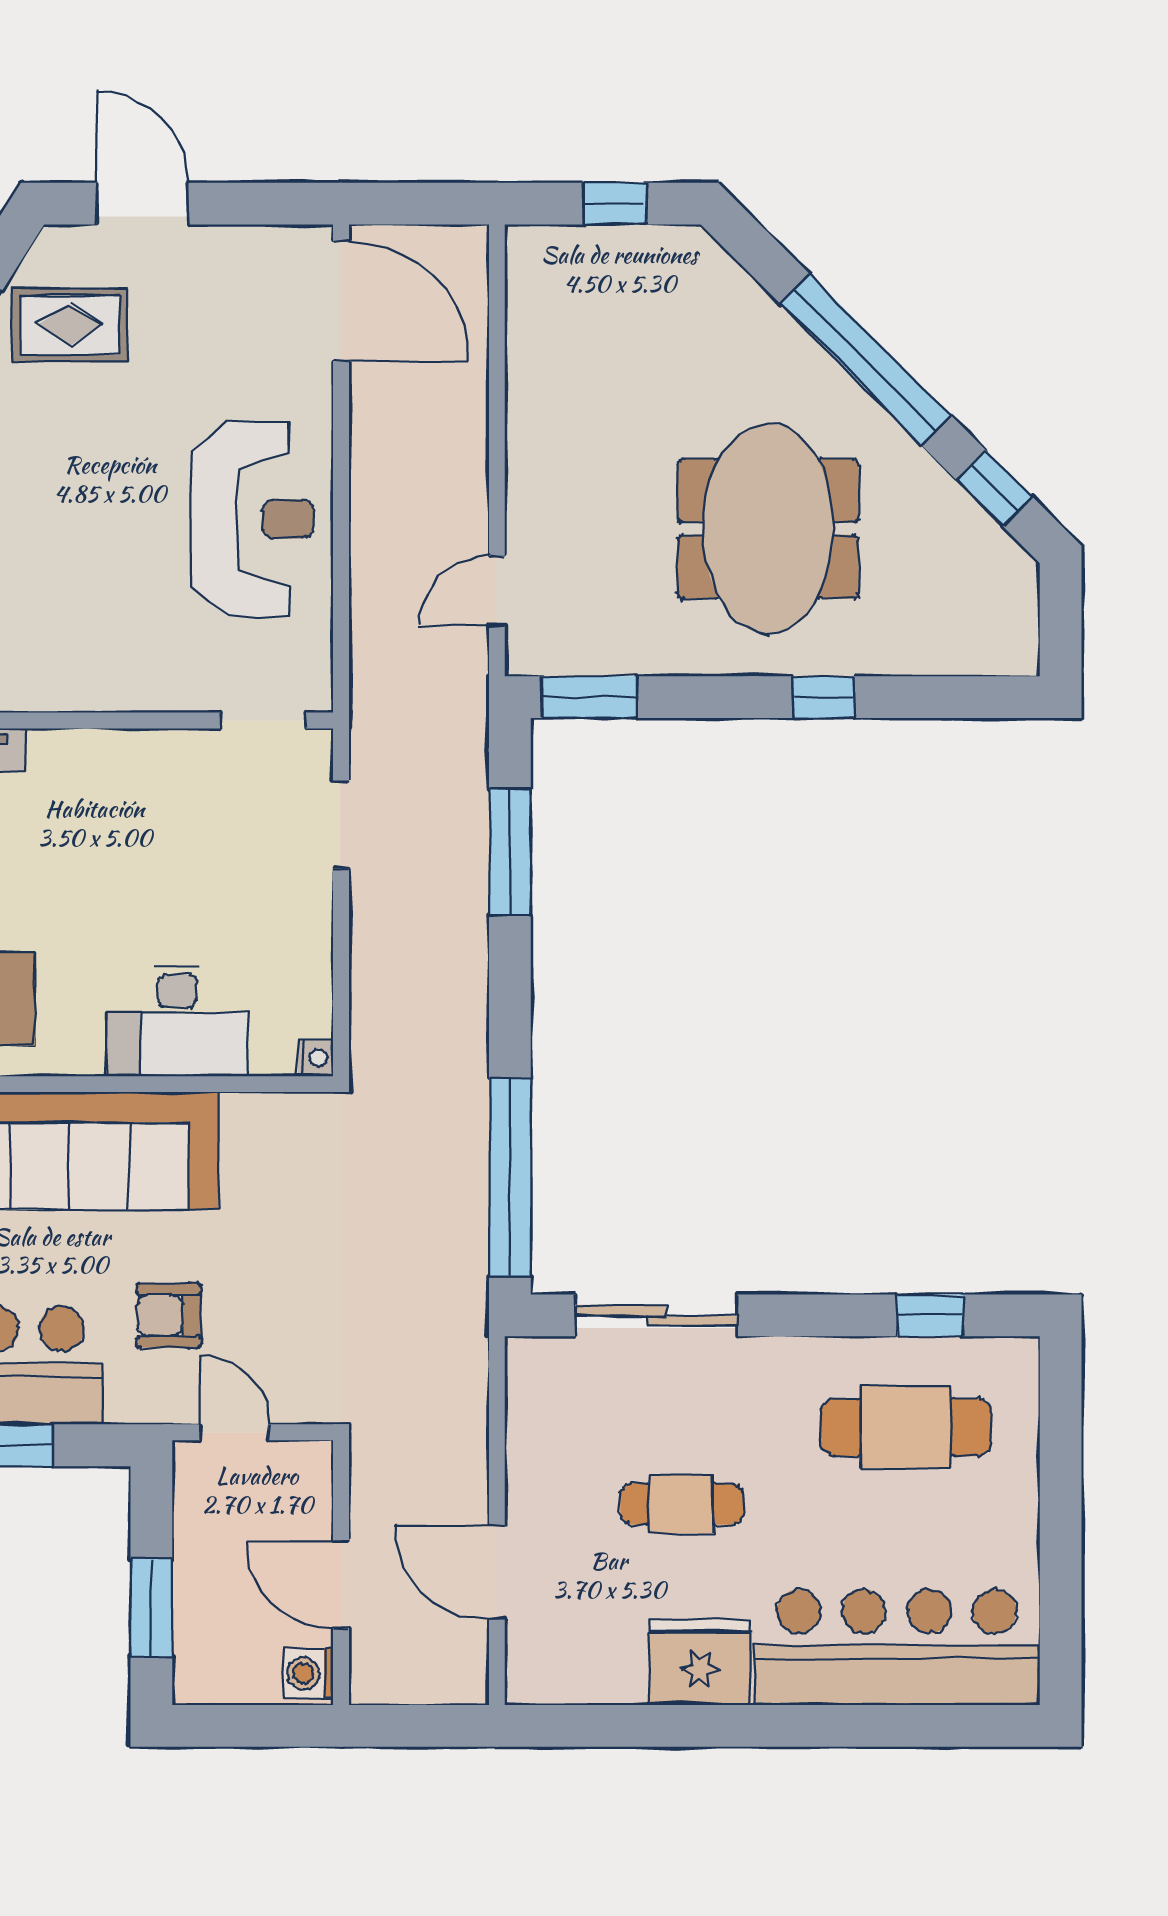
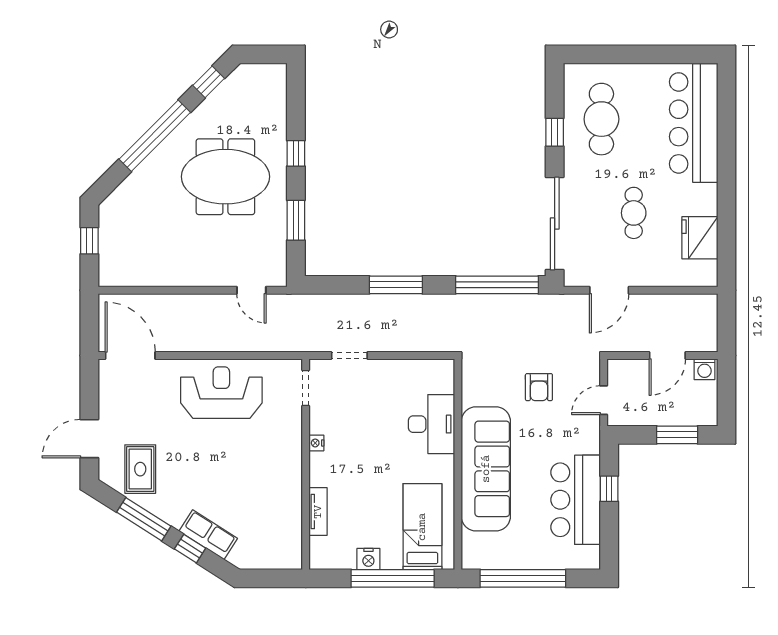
door: (341, 301) -> (130, 356), hinge flipped
window: (590, 697) -> (296, 220), moved
window: (510, 853) -> (396, 285), moved
nightstand: (315, 1058) -> (316, 443), moved, turned -90
armchair: (169, 1315) -> (539, 387), moved
sliding door: (656, 1315) -> (555, 224), width x1.36
window: (930, 1315) -> (555, 132), moved
door: (497, 1572) -> (609, 290), moved
fridge: (700, 1662) -> (700, 238), moved

